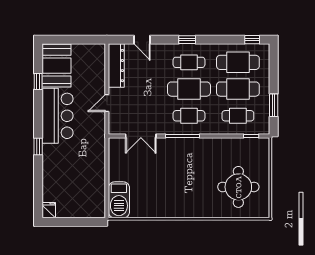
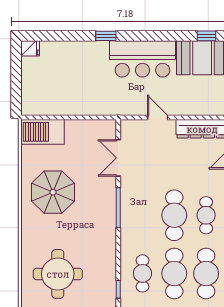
window: (38, 82) -> (207, 36), moved
cafe table: (189, 116) -> (142, 215), removed
parasol: (170, 191) -> (53, 192), added

